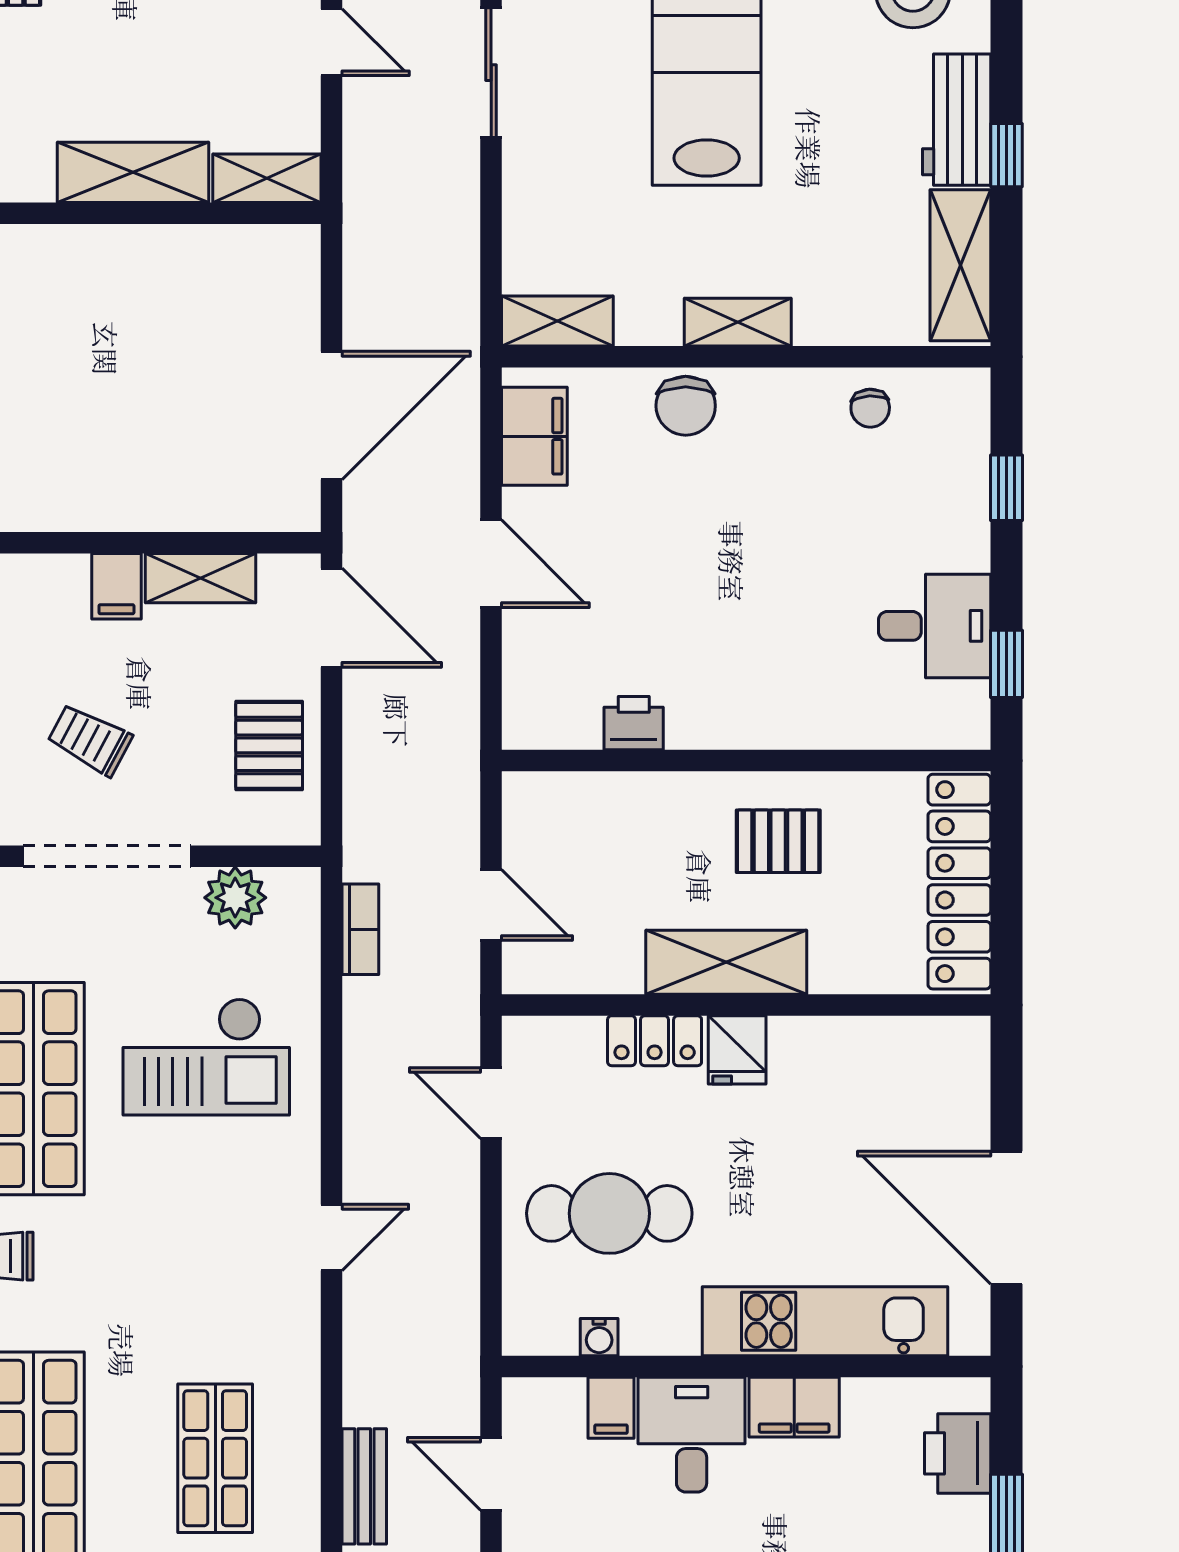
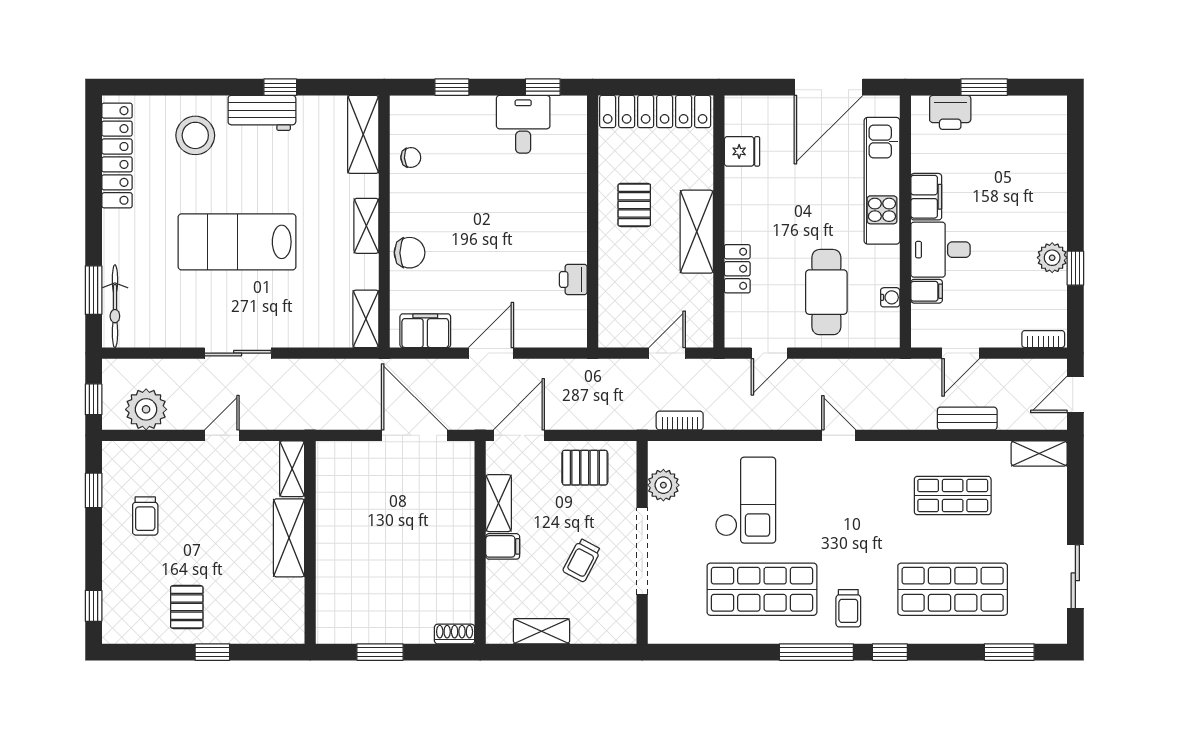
shelving: (960, 265) -> (363, 134), moved, turned 90
fridge: (737, 1050) -> (742, 151), moved

